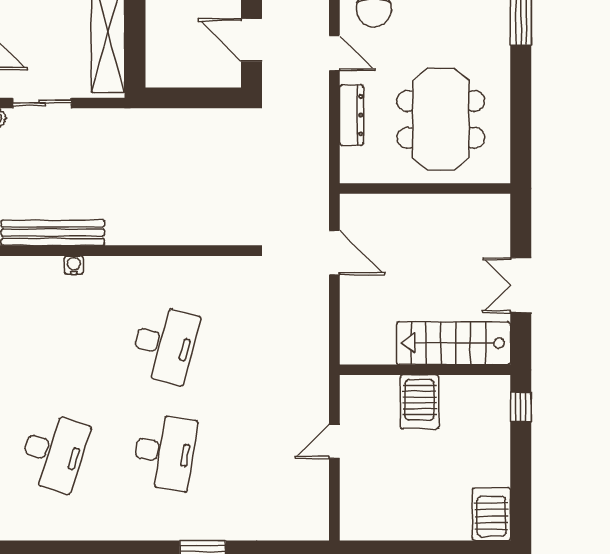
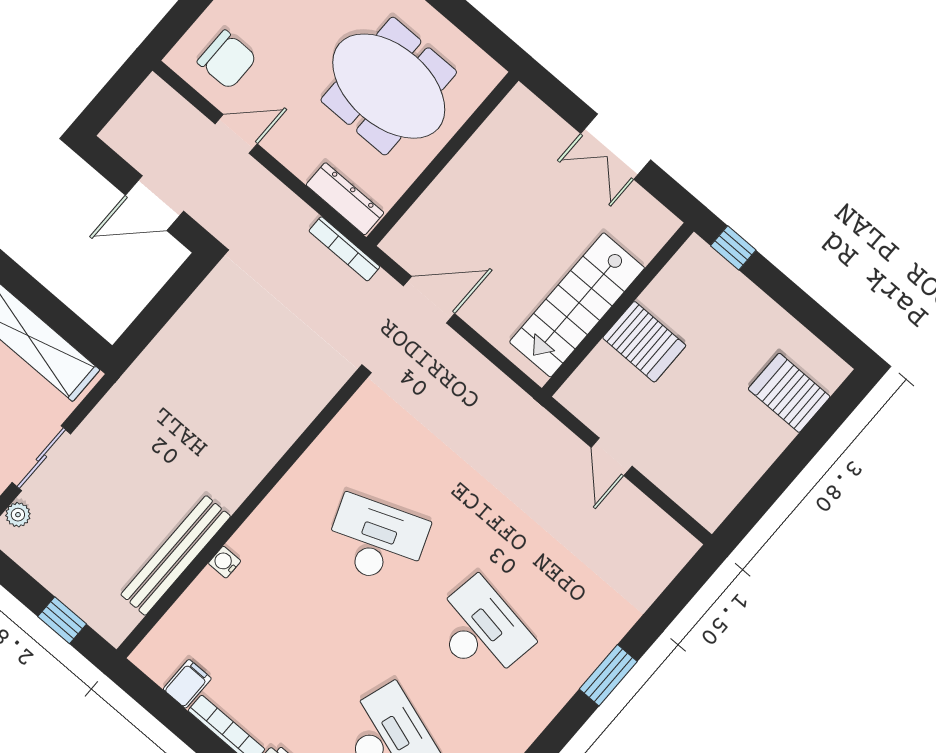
dresser: (351, 115) -> (345, 199), moved
bookcase: (321, 176) -> (344, 249), added
stairs: (454, 343) -> (577, 305), moved
desk: (164, 344) -> (377, 540), turned -36
server rack: (491, 514) -> (789, 393), moved

